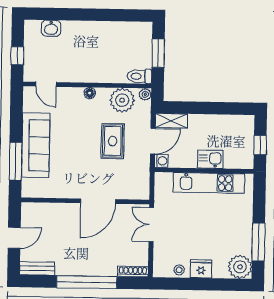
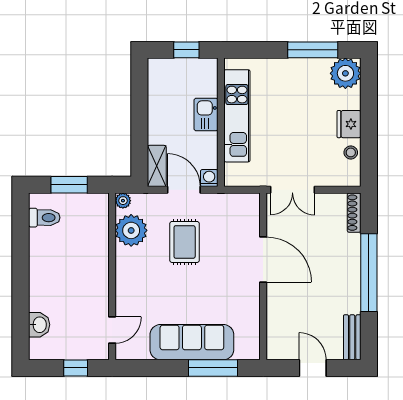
toilet: (139, 76) -> (44, 218), moved, turned -90
floor lamp: (90, 93) -> (123, 273), removed
rug: (113, 141) -> (185, 242), turned 90

